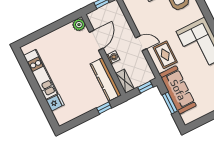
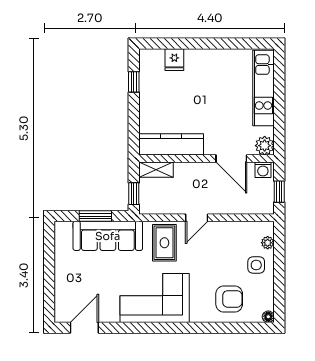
rug: (165, 55) -> (164, 243), turned 90
washing machine: (113, 57) -> (263, 170), moved
kitchen unit: (41, 74) -> (263, 88), moved, turned 90
window: (104, 108) -> (134, 82), moved

